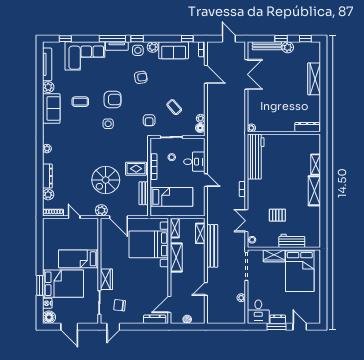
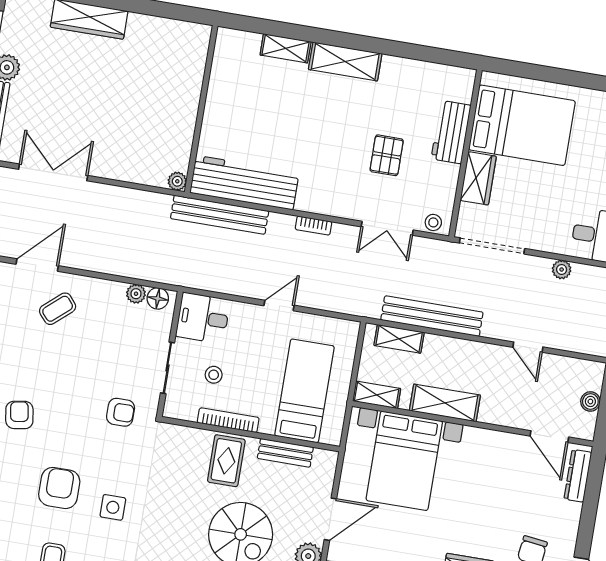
coffee table: (174, 107) -> (58, 309), moved
dresser: (307, 127) -> (197, 54), removed
bench: (240, 148) -> (220, 215), added
desk: (194, 162) -> (203, 318), moved, turned -90

